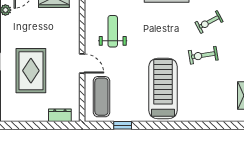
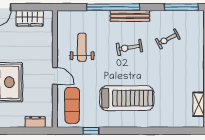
exercise bike: (203, 55) -> (129, 47), moved
treadmill: (163, 88) -> (127, 98), turned 90

